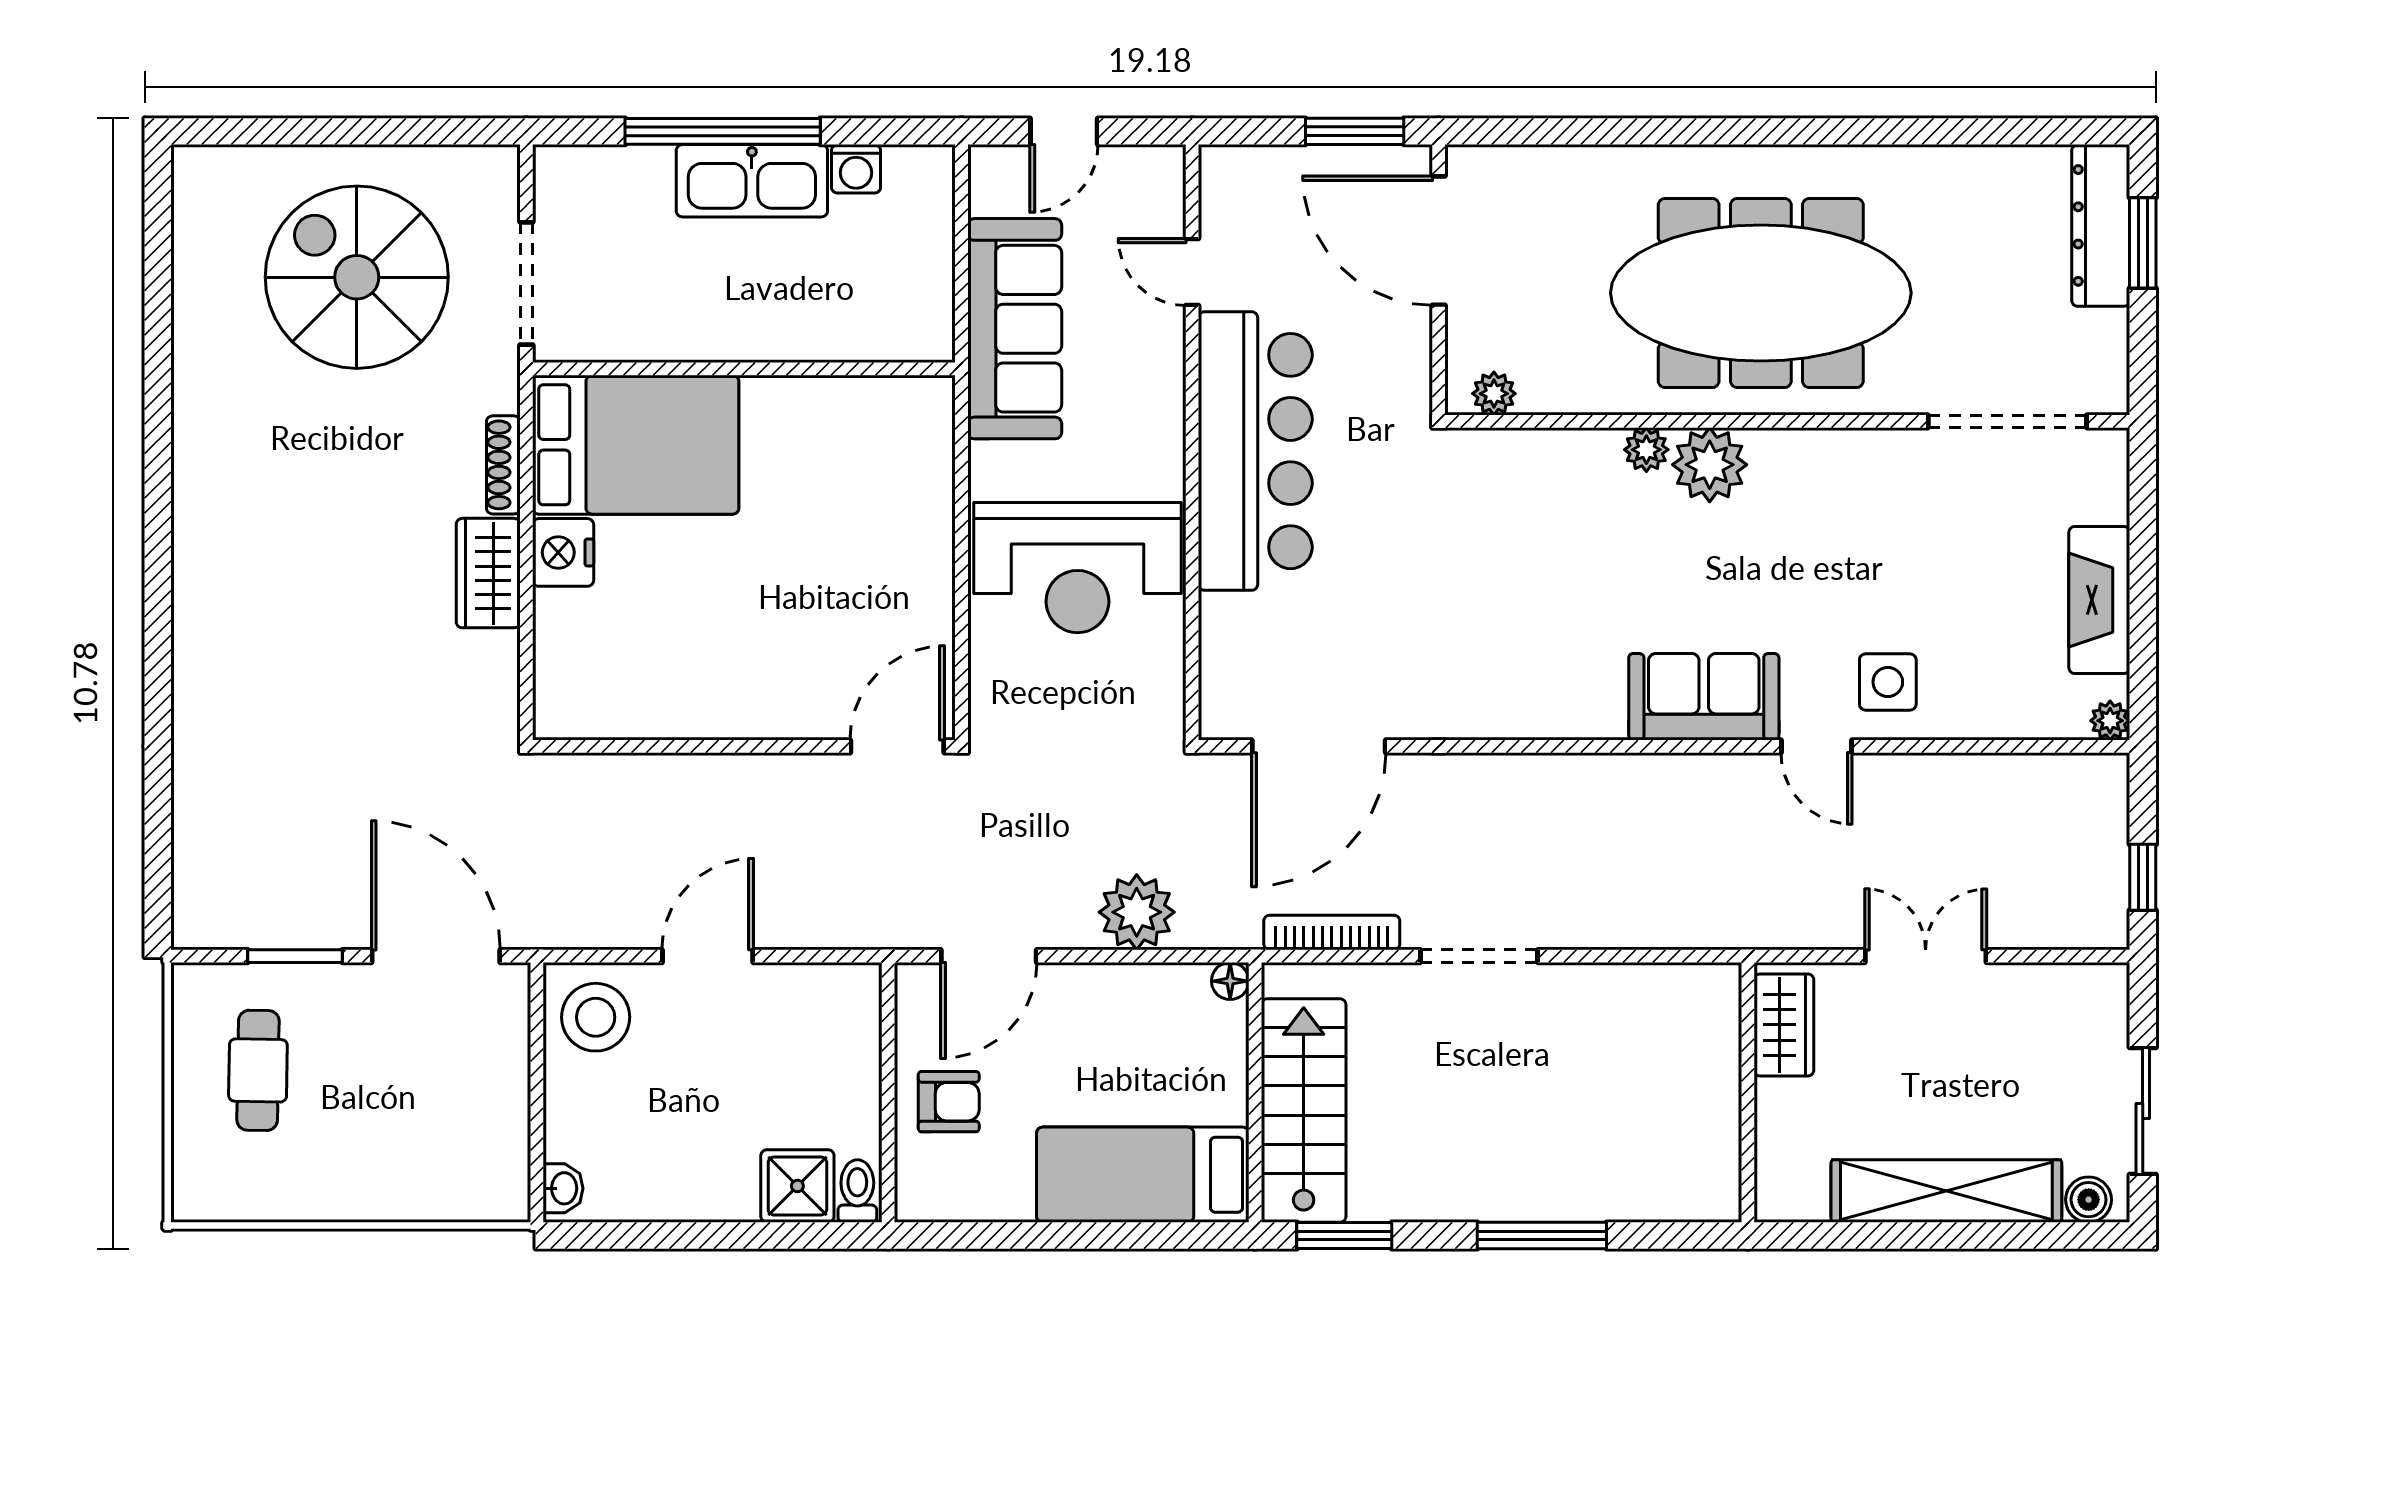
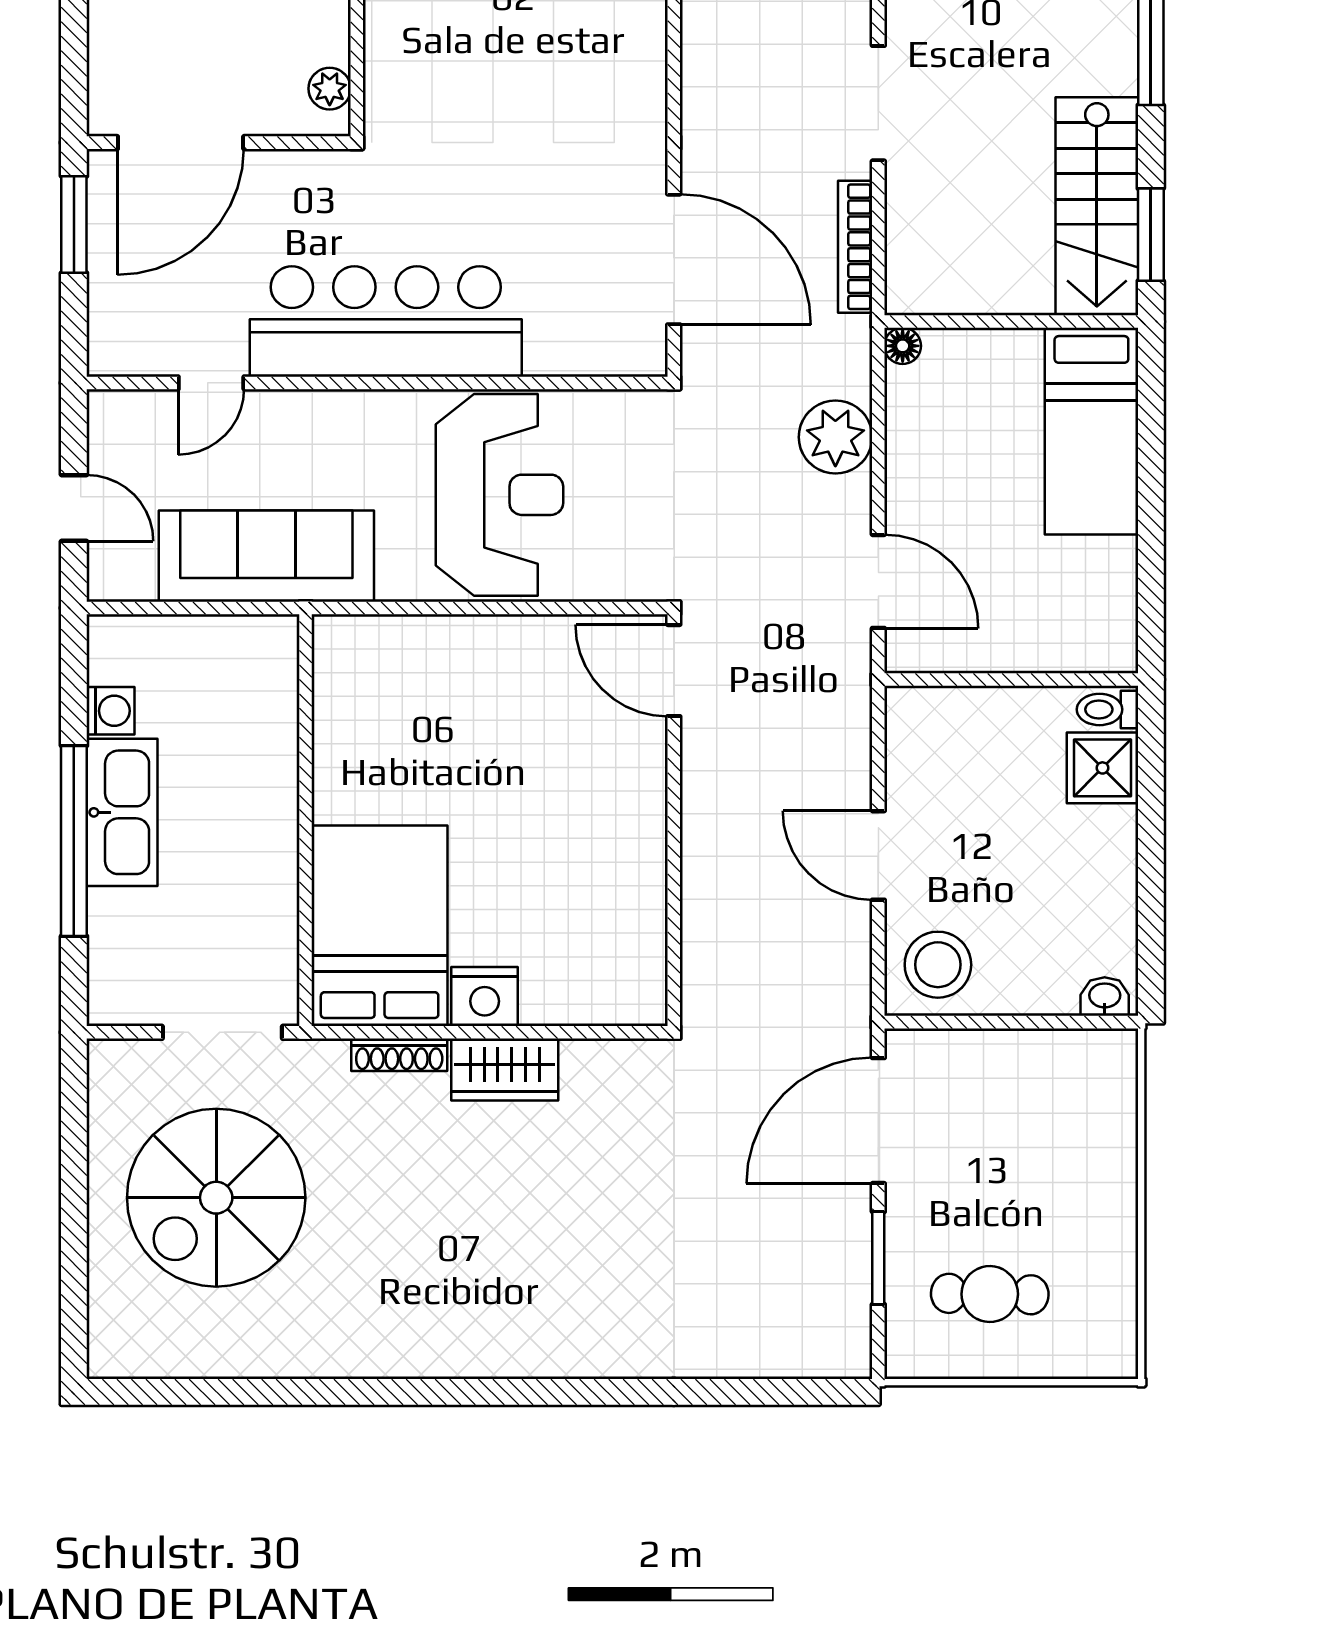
armchair: (949, 1102) -> (1020, 620), removed
stairs: (1304, 1111) -> (1097, 206), moved, turned -90

